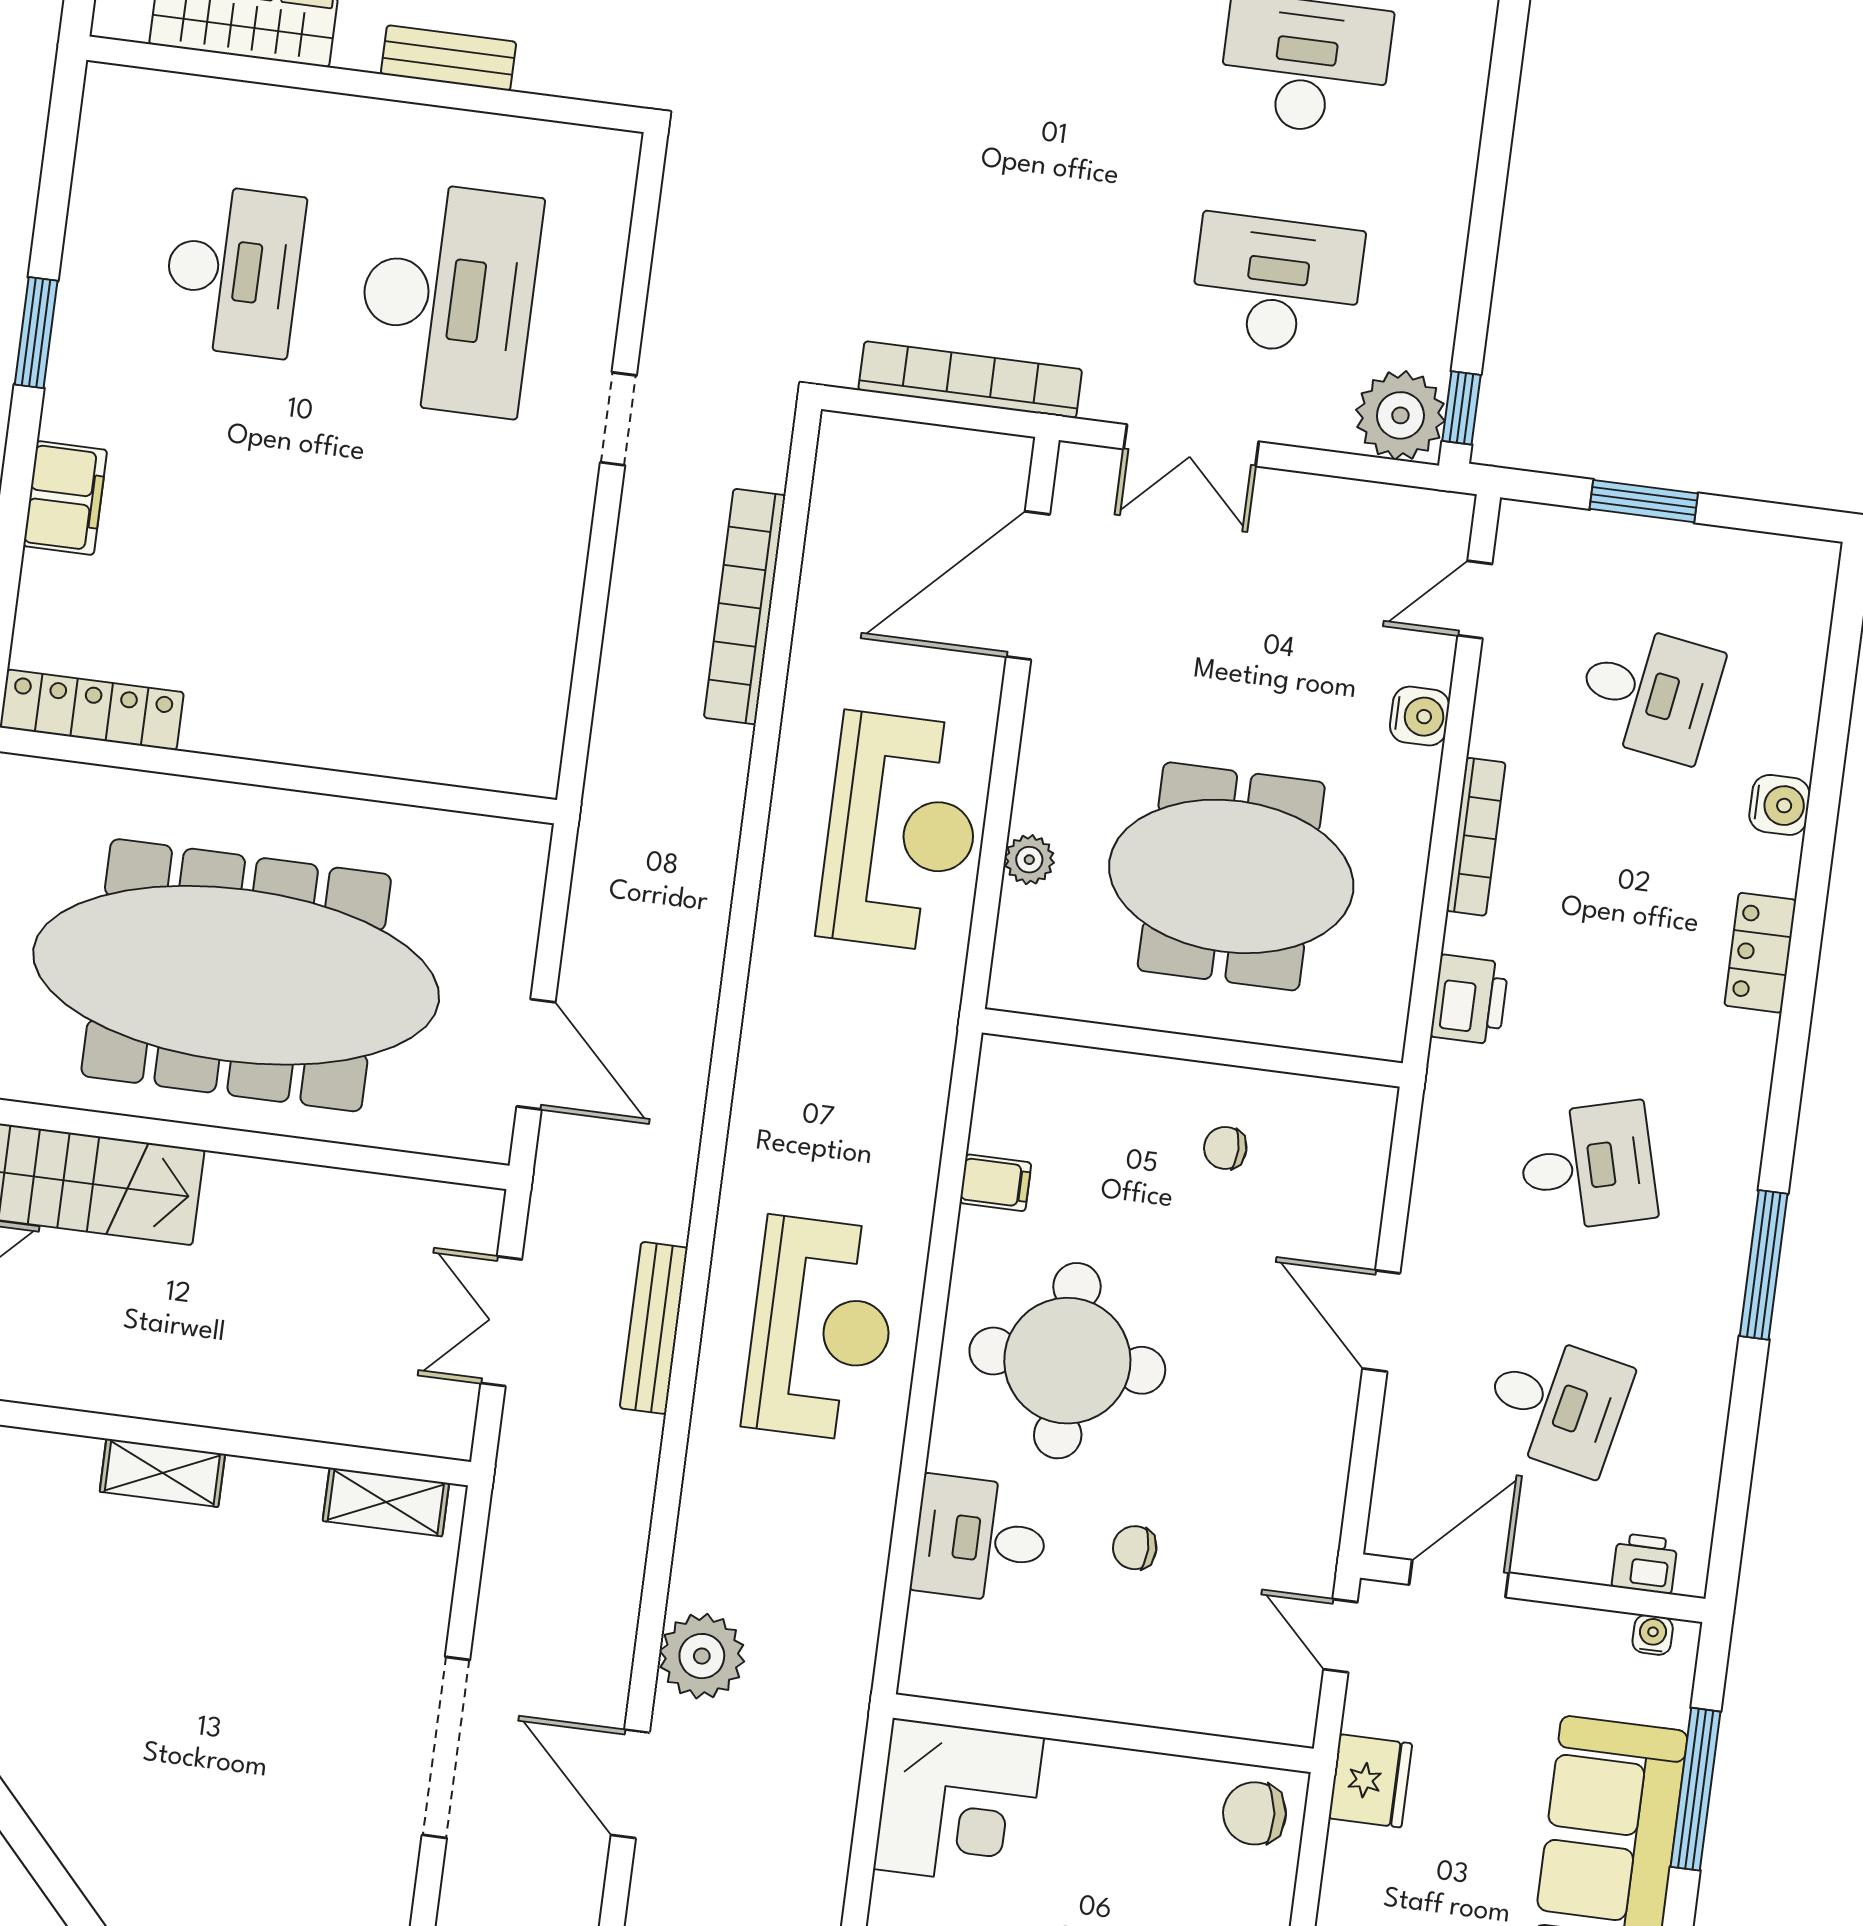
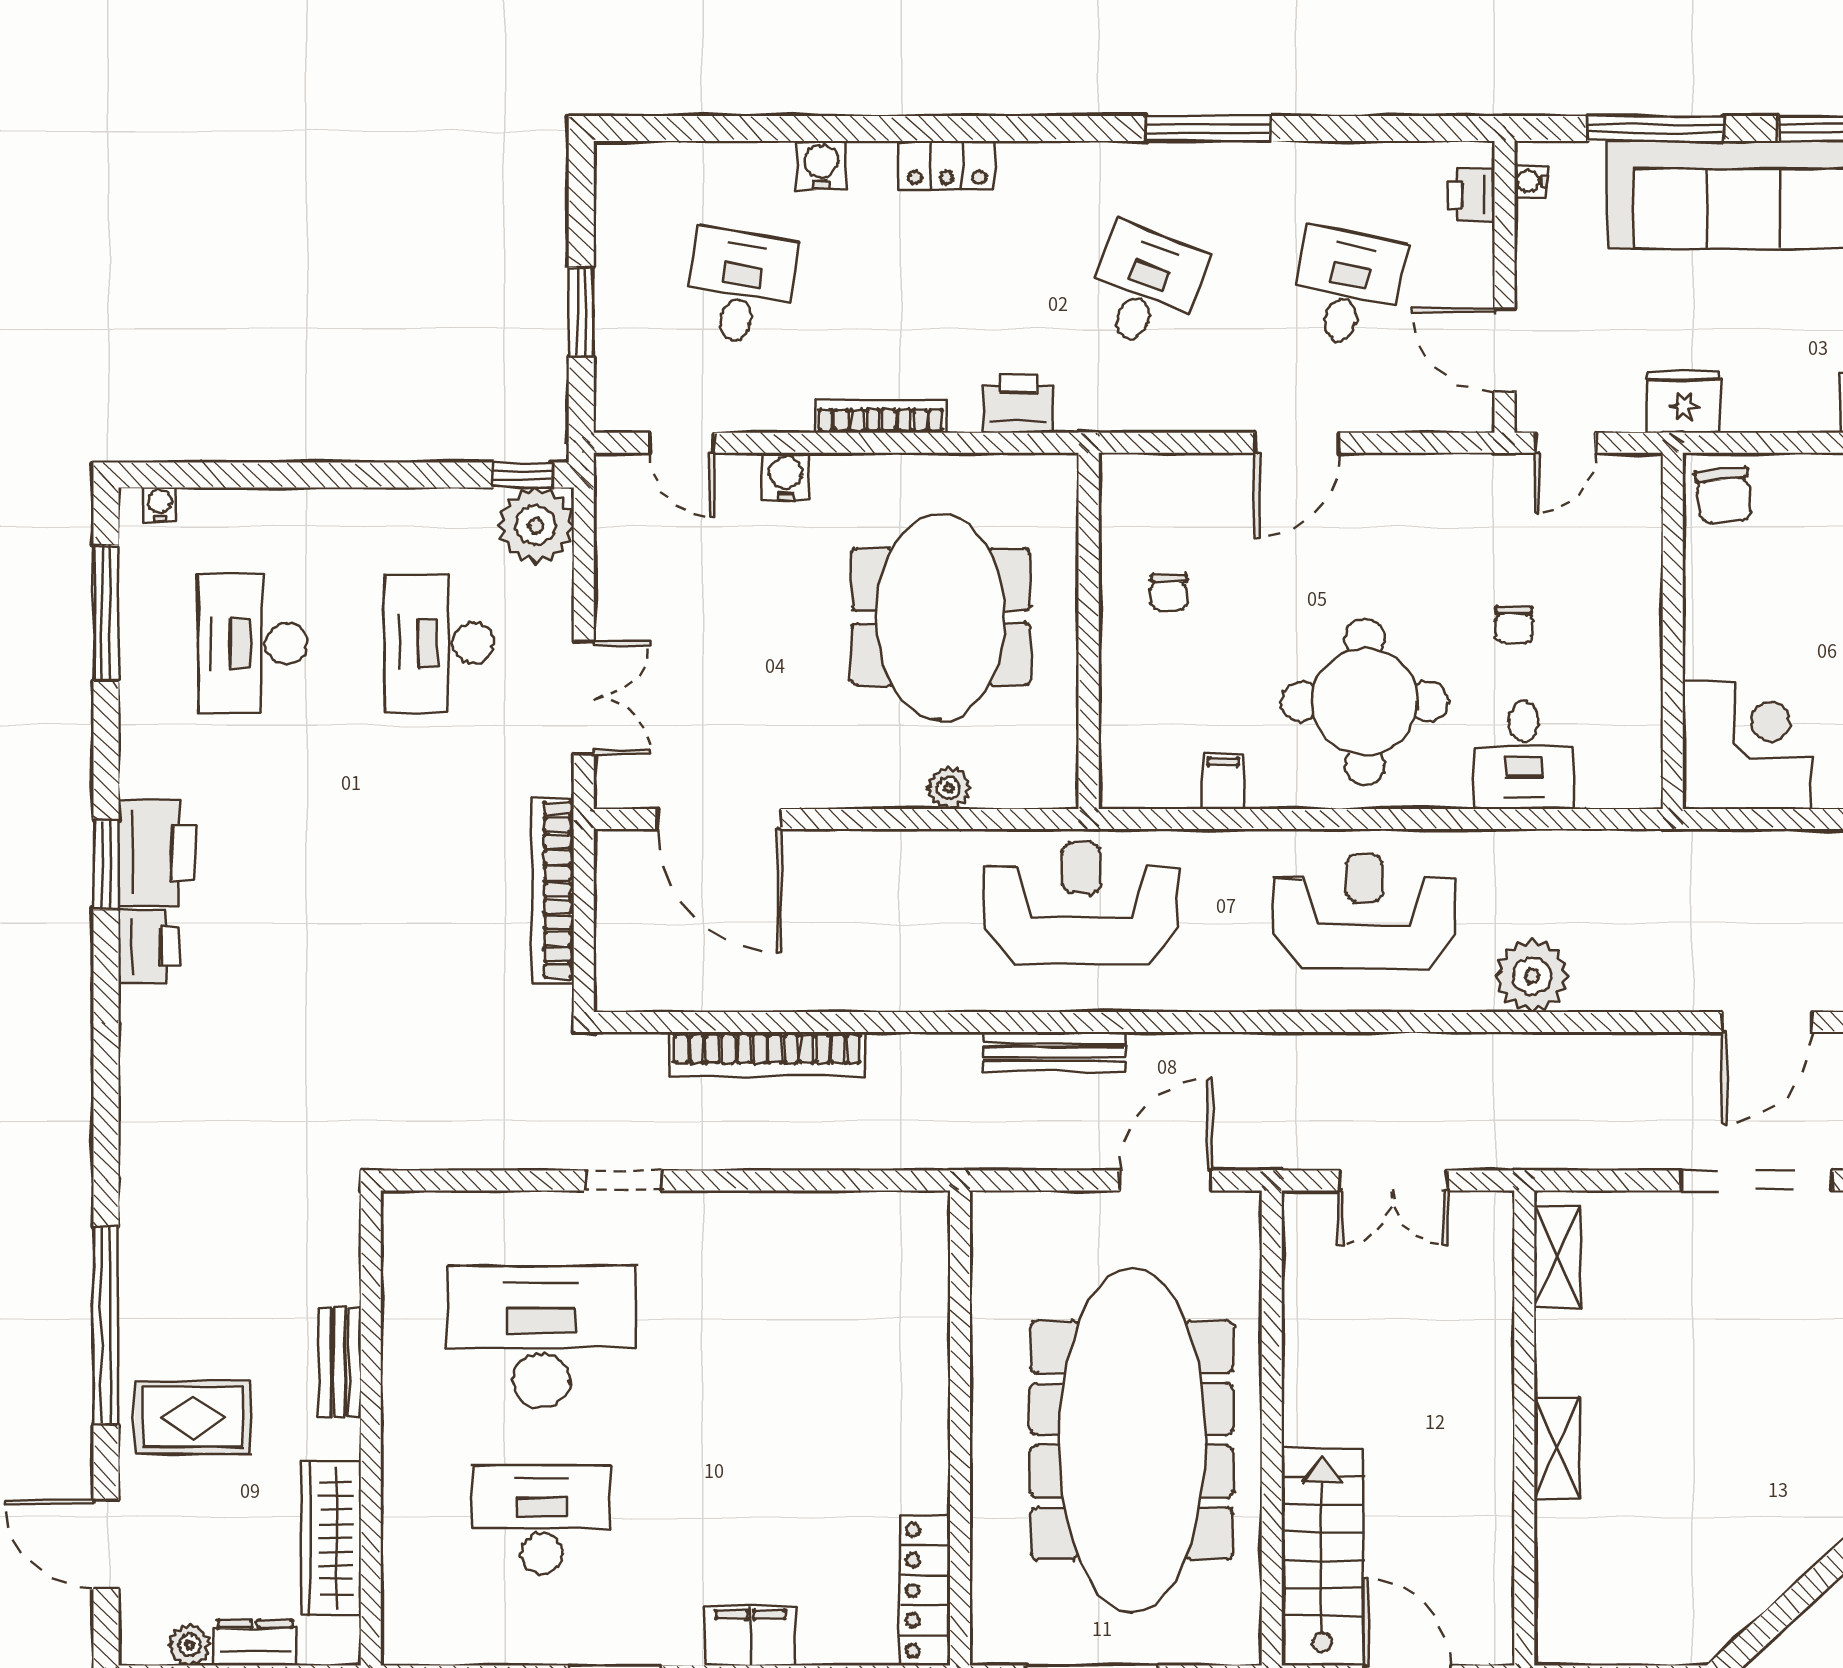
reception desk: (901, 832) -> (1082, 903), moved
desk: (1587, 1167) -> (1145, 287), turned 36
bench: (654, 1328) -> (1054, 1052), moved
plant: (702, 1656) -> (1532, 976), moved

